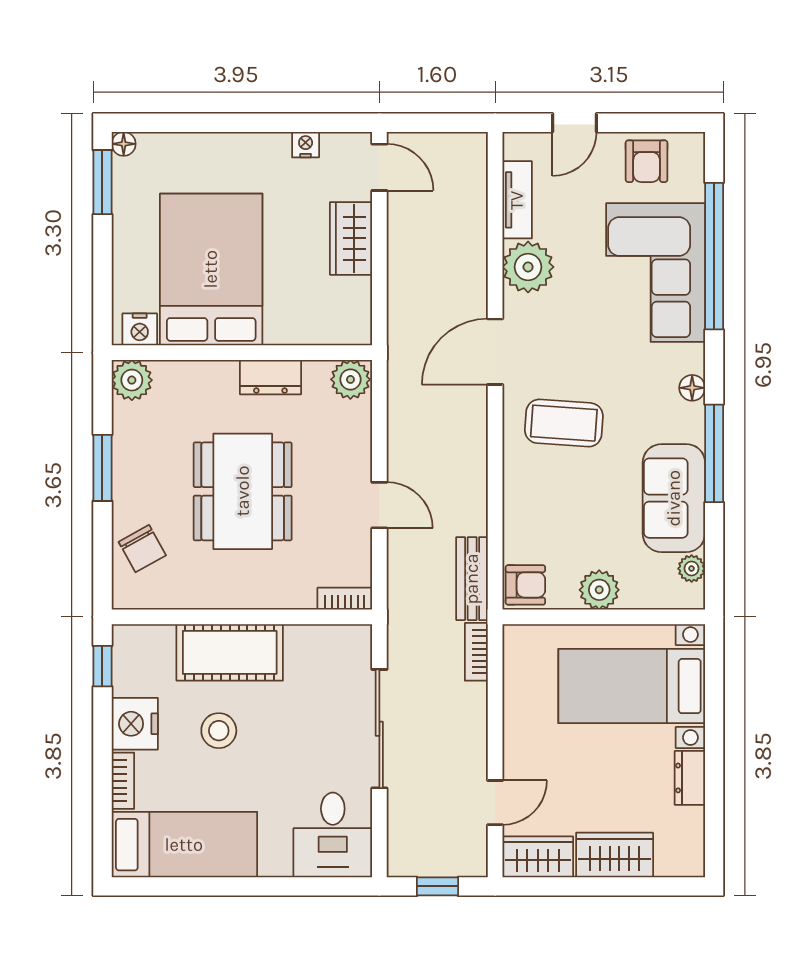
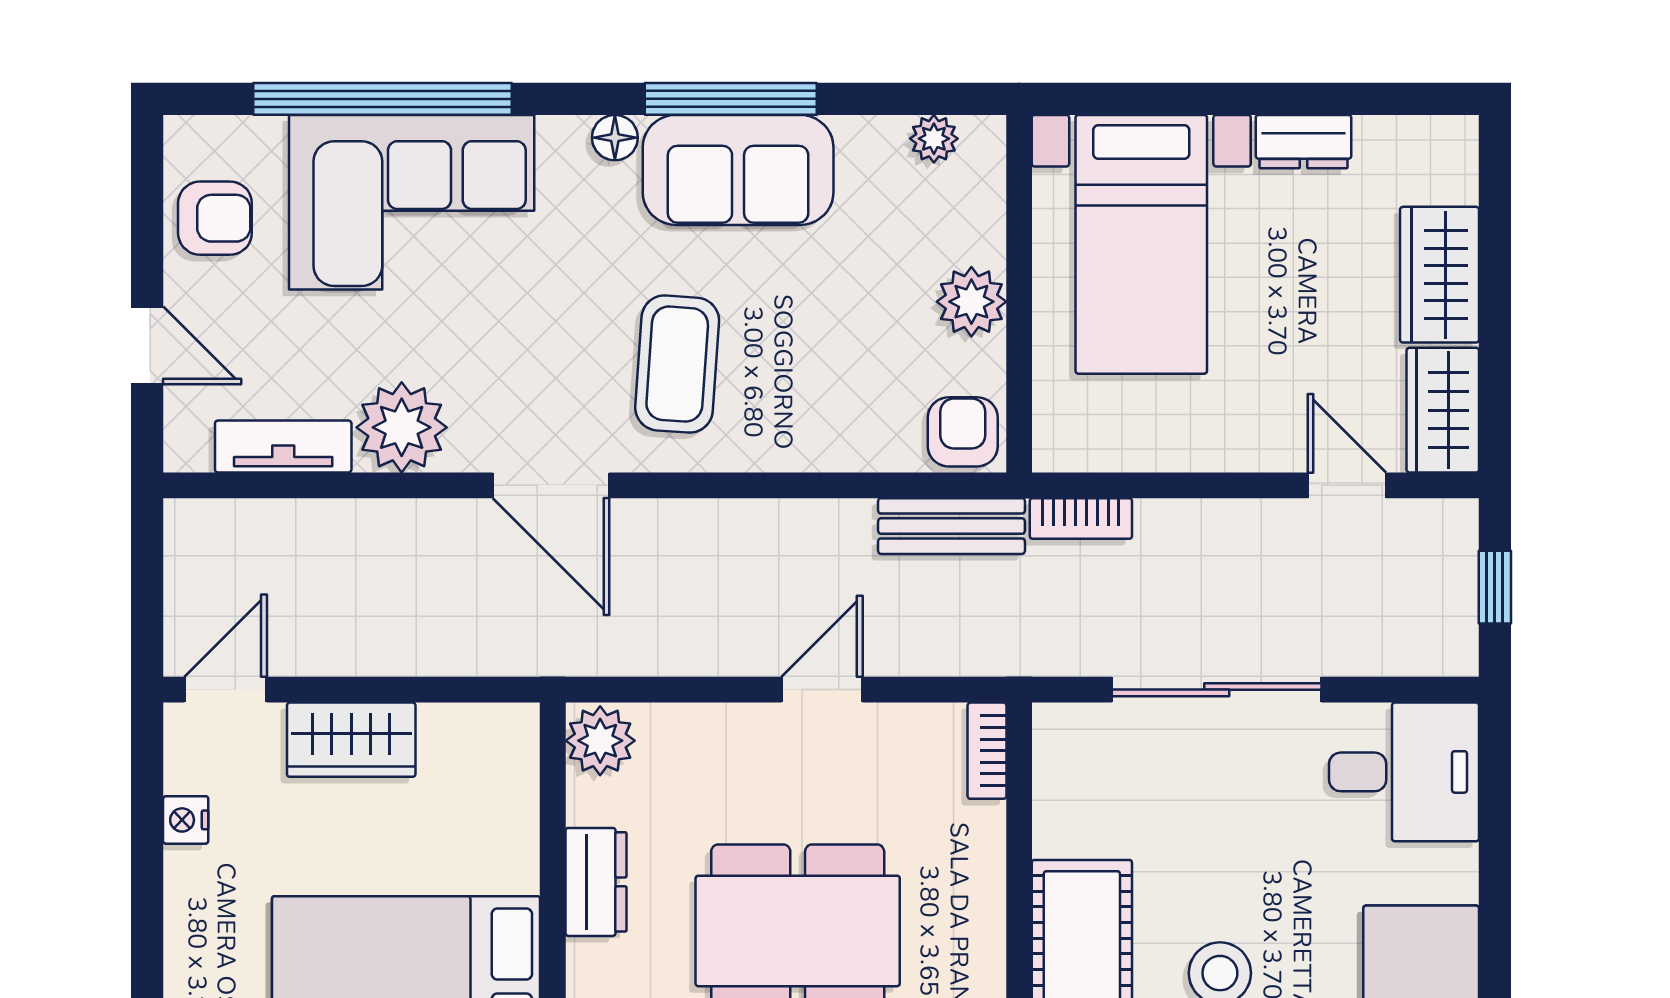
sofa: (674, 498) -> (738, 170), moved

